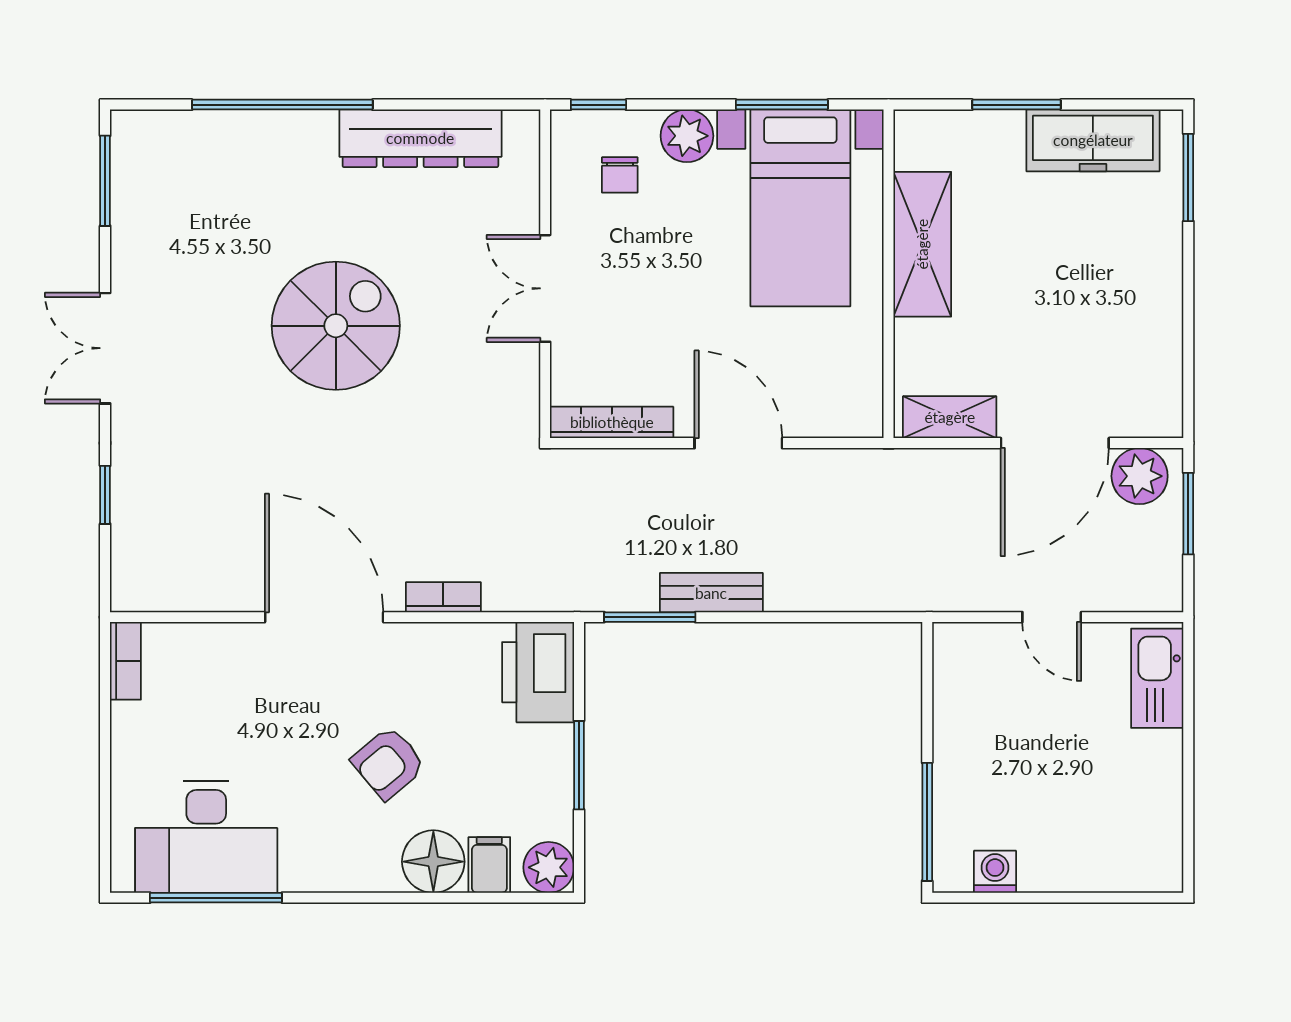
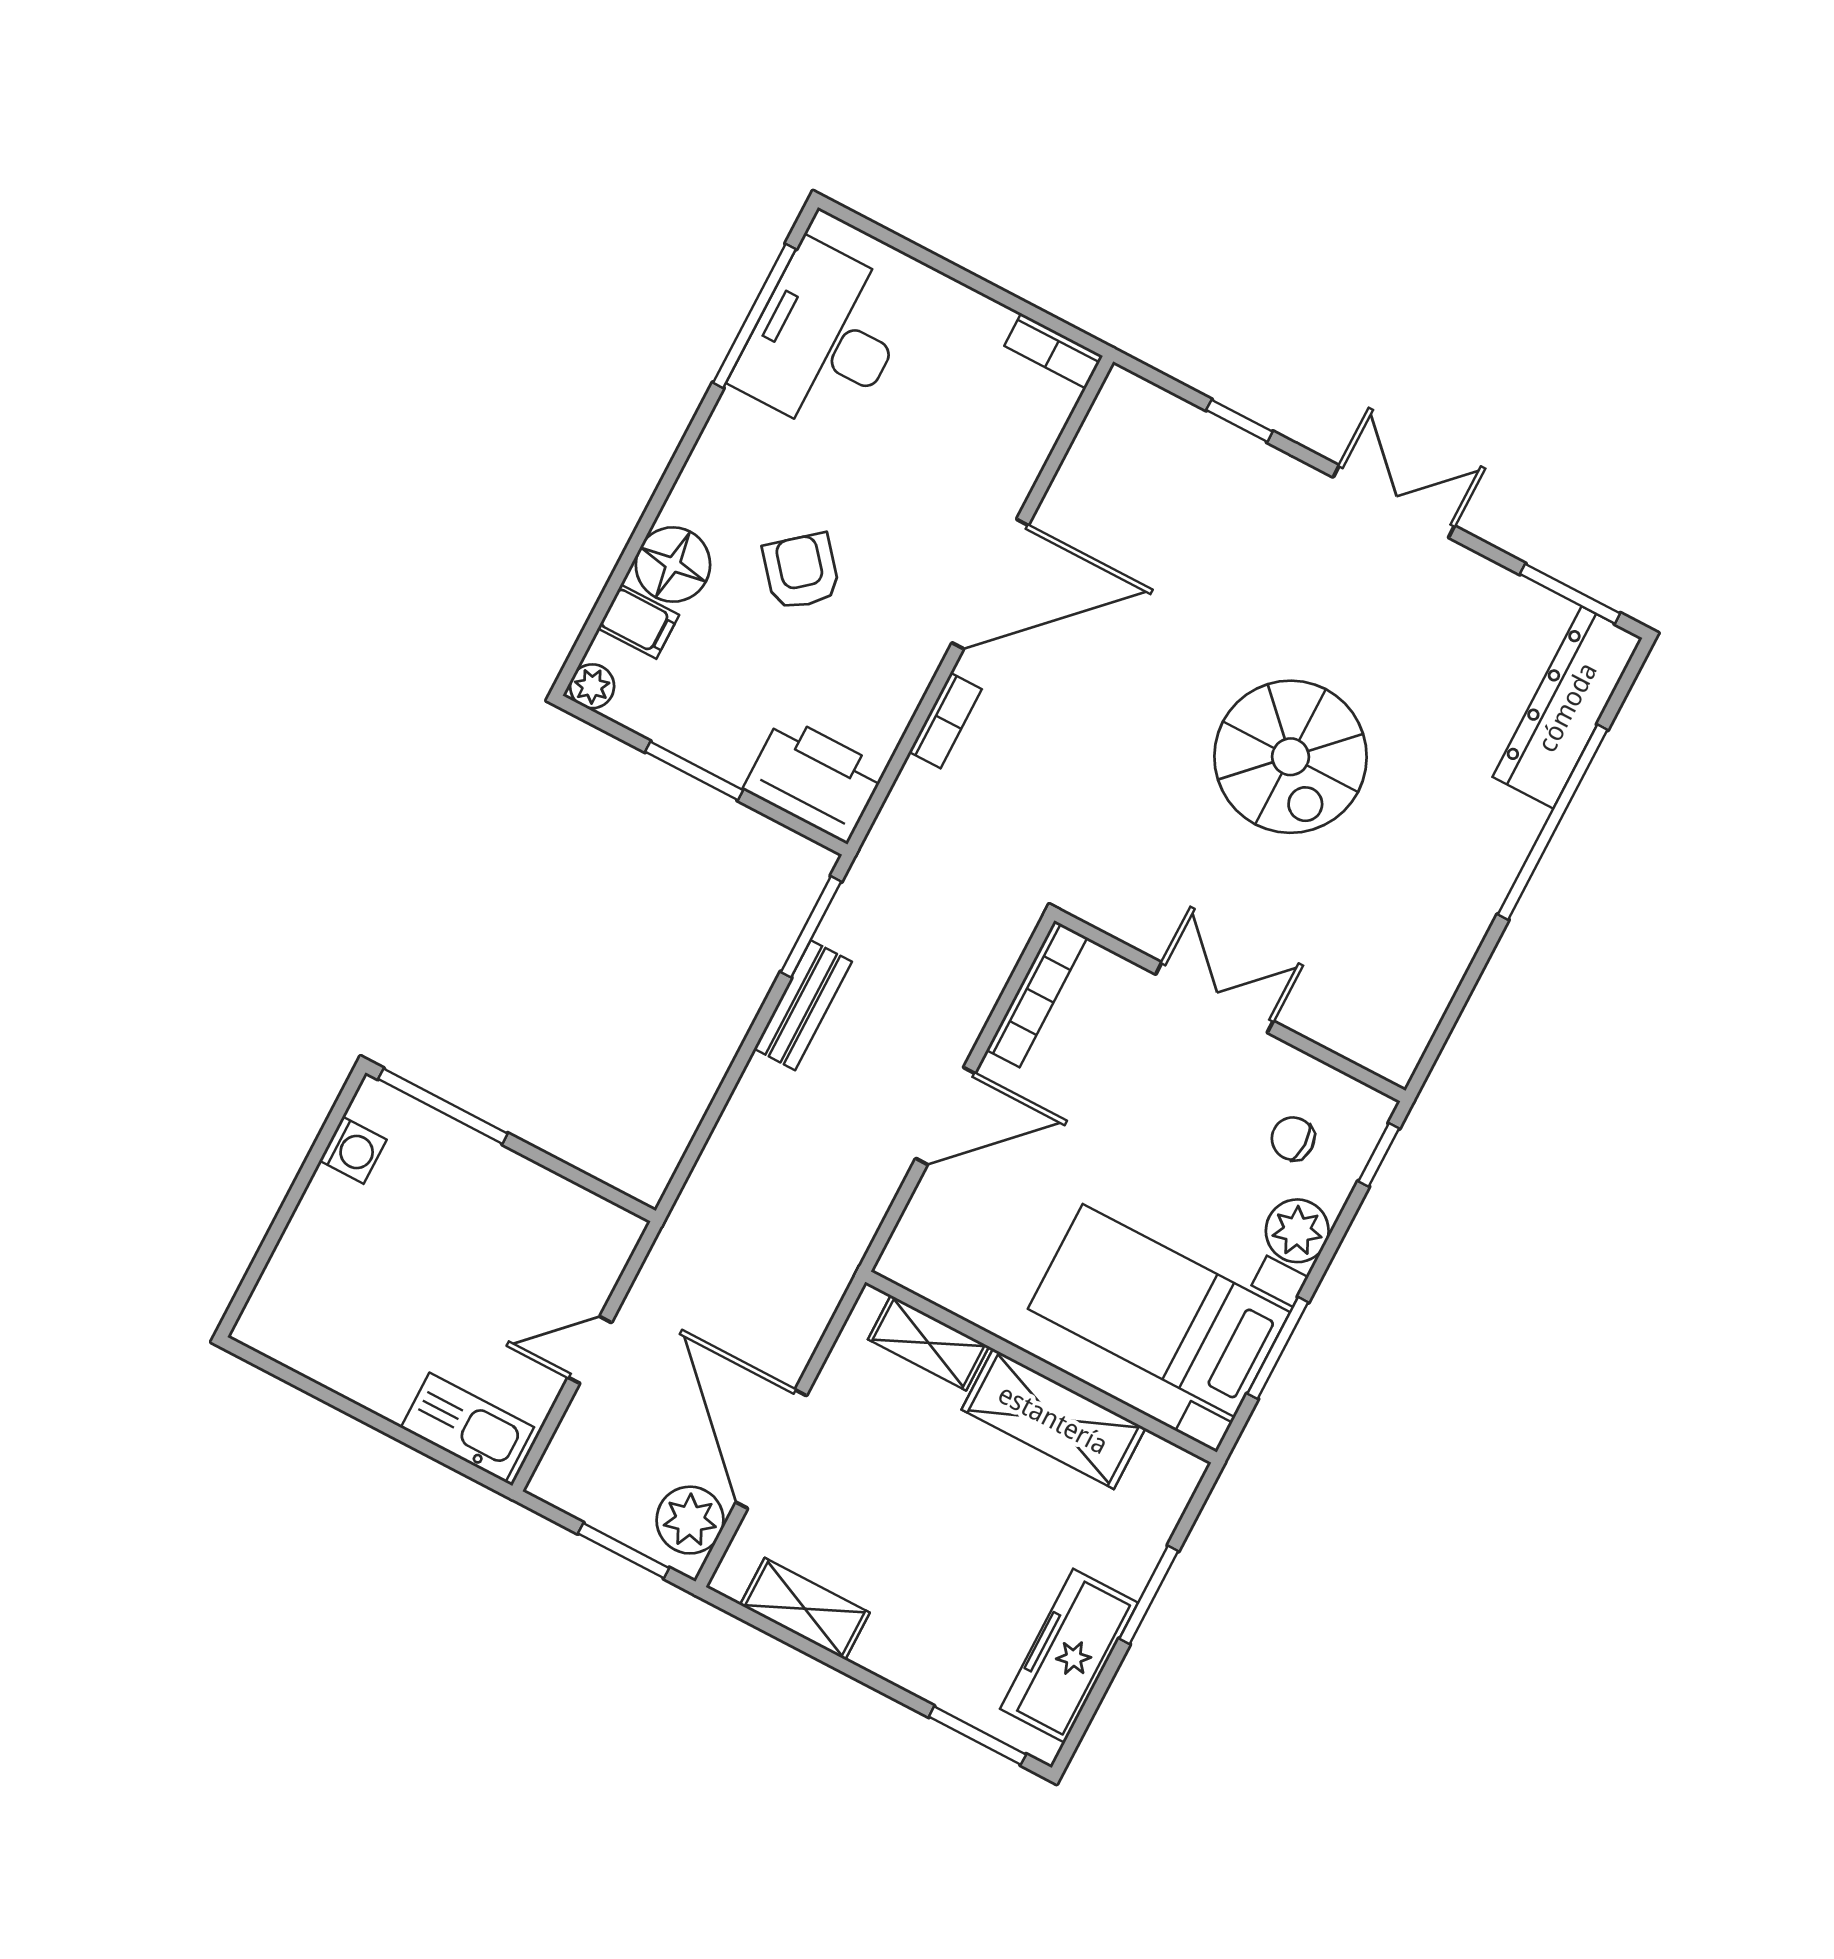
dresser: (420, 138) -> (1567, 707), moved
shelving: (1161, 356) -> (805, 1609), added
shelving: (950, 417) -> (928, 1343), moved, turned 90
plant: (549, 867) -> (592, 686), width x0.73, depth x0.73

